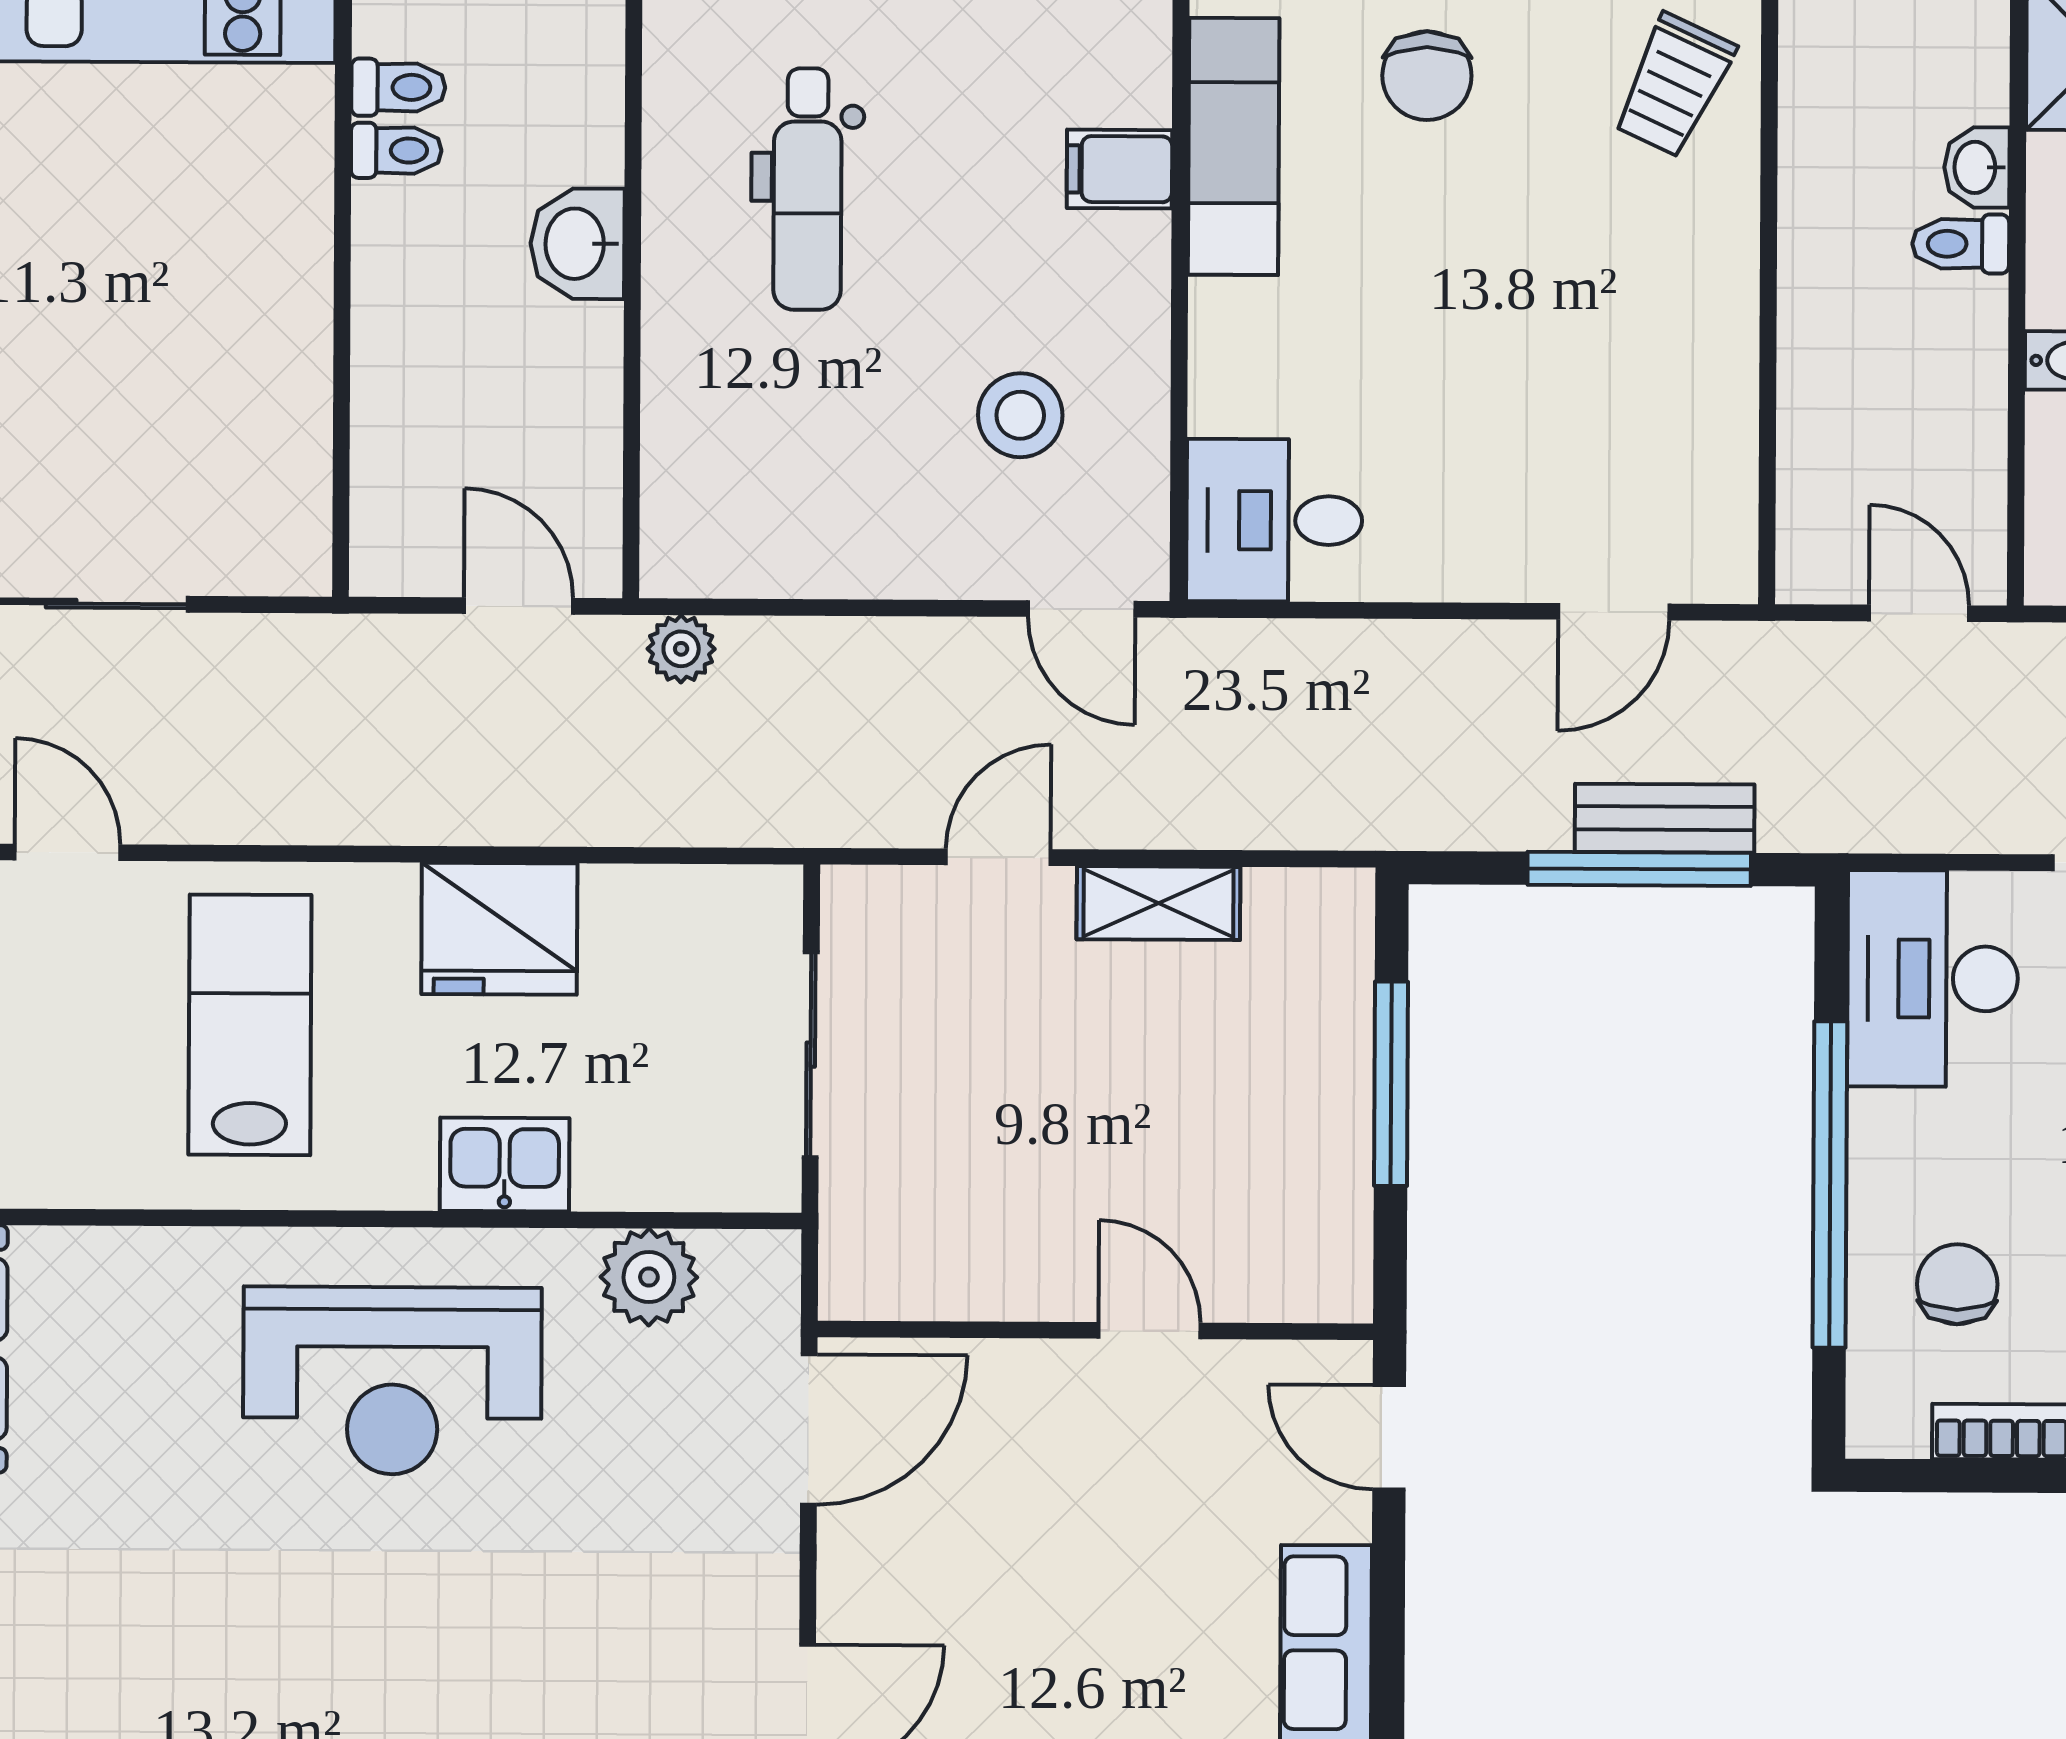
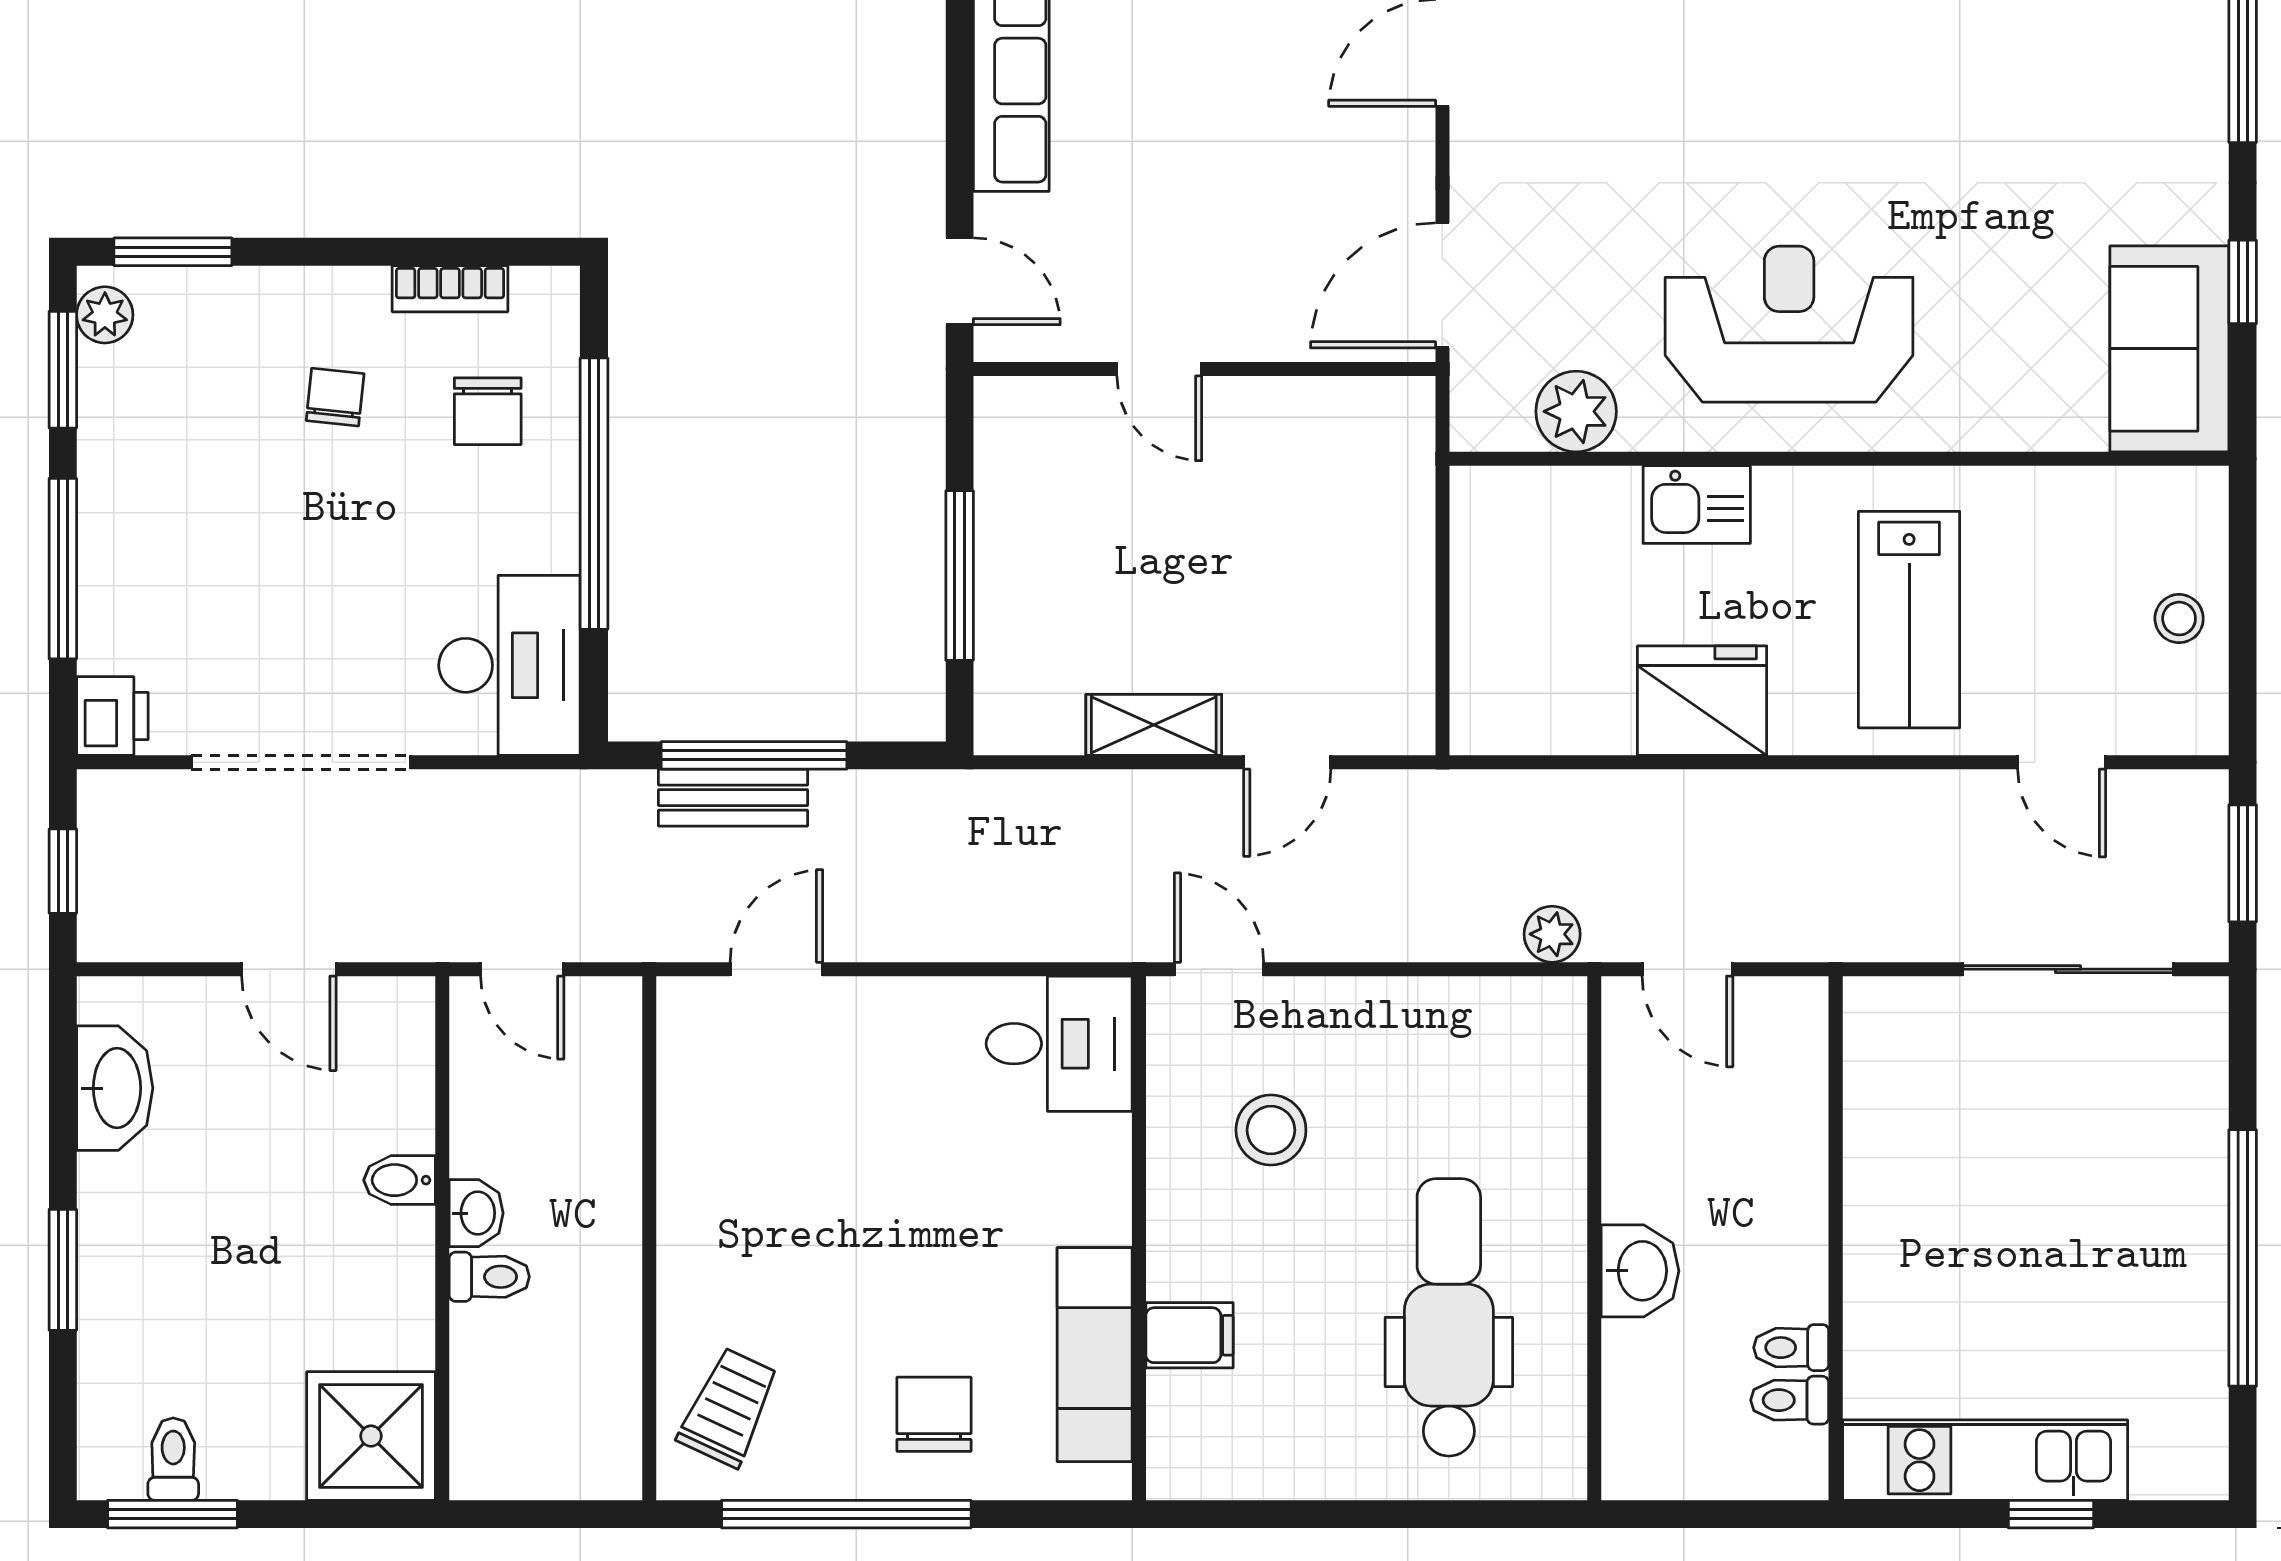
washbasin: (1977, 167) -> (476, 1213), moved
dental chair: (808, 189) -> (1449, 1317), width x1.36, depth x1.38
sliding door: (811, 1055) -> (1442, 597), removed

